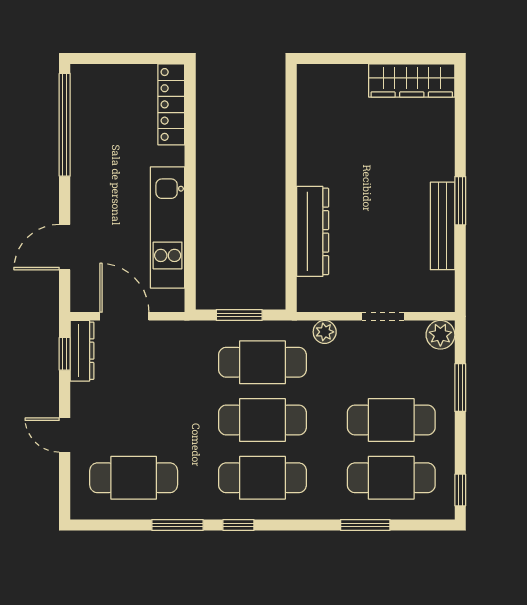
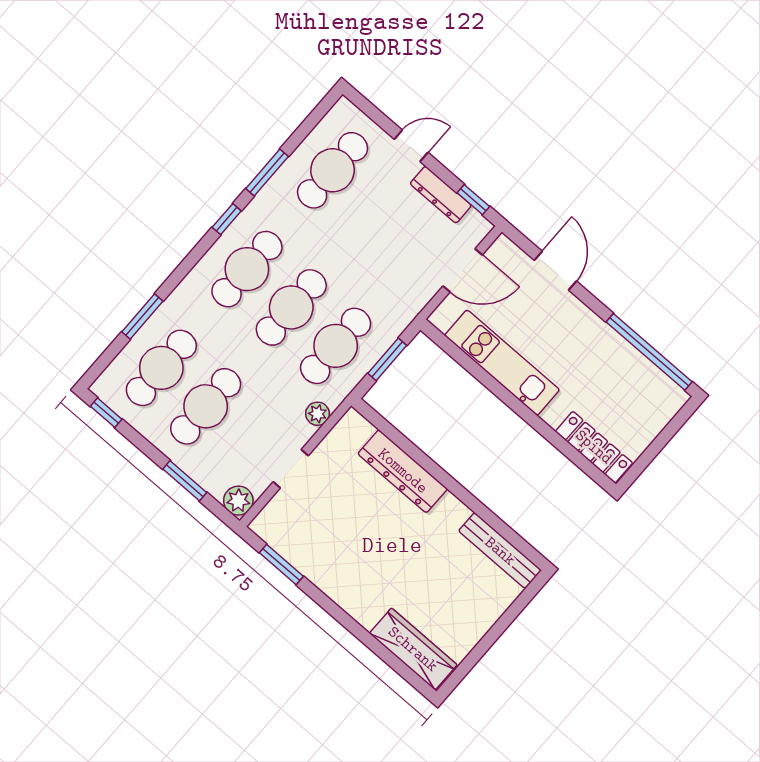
wardrobe: (412, 81) -> (413, 649), moved, turned 90
window: (460, 201) -> (281, 564), moved
bench: (443, 226) -> (500, 551), moved
dresser: (82, 351) -> (441, 195), moved

